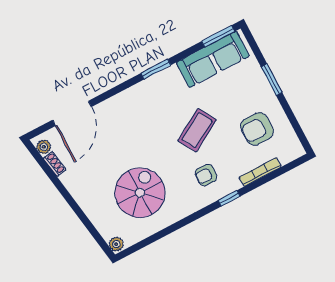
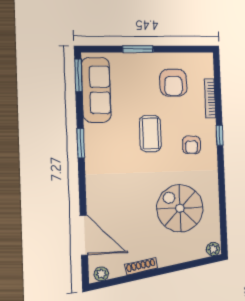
coffee table: (197, 130) -> (150, 134), turned 30
shoe rack: (55, 164) -> (141, 267), moved, width x1.43

